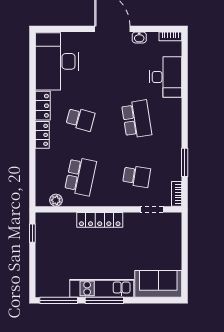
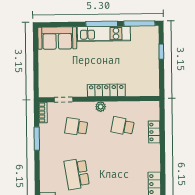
school desk: (80, 119) -> (123, 173), removed
locker: (42, 135) -> (154, 132), moved
school desk: (80, 176) -> (123, 126), width x0.54
plant: (56, 200) -> (101, 107), moved
window: (32, 233) -> (161, 52), moved

